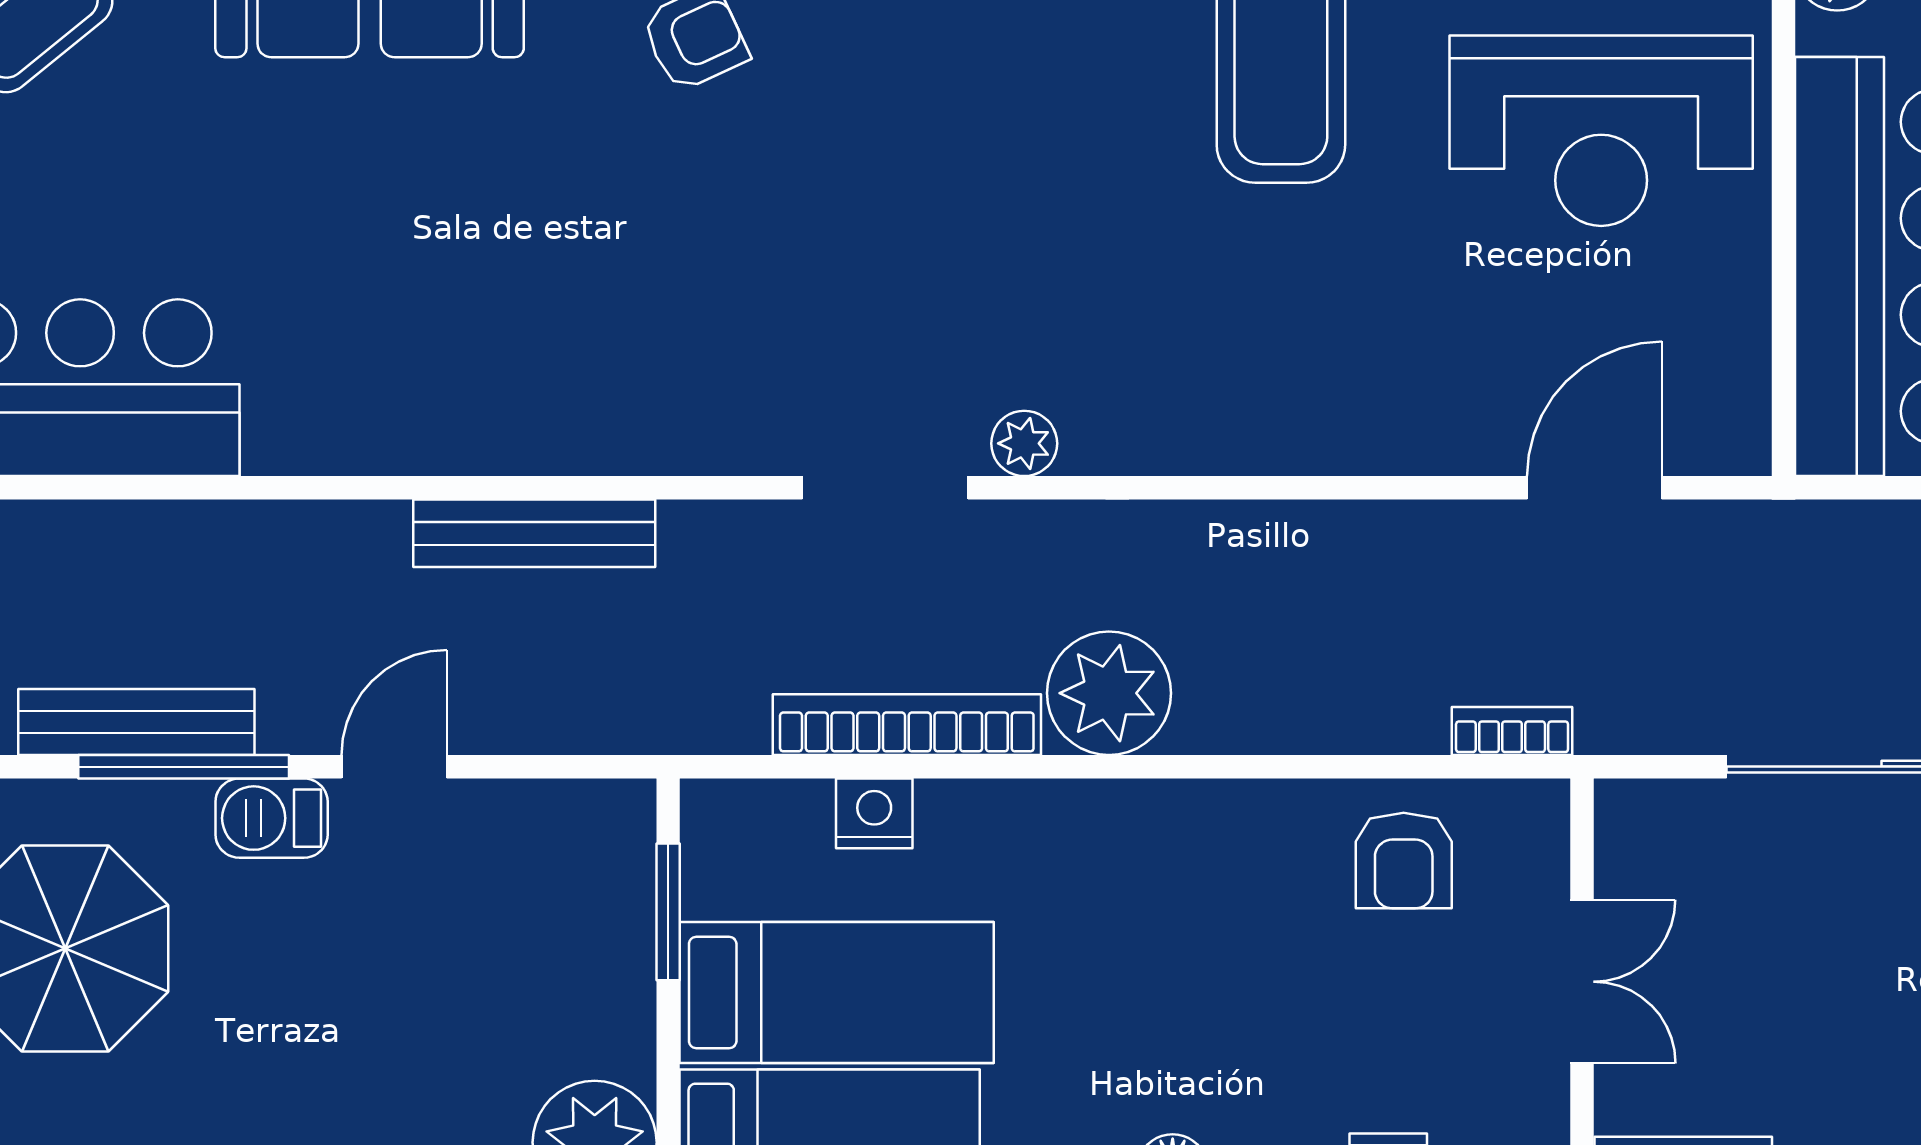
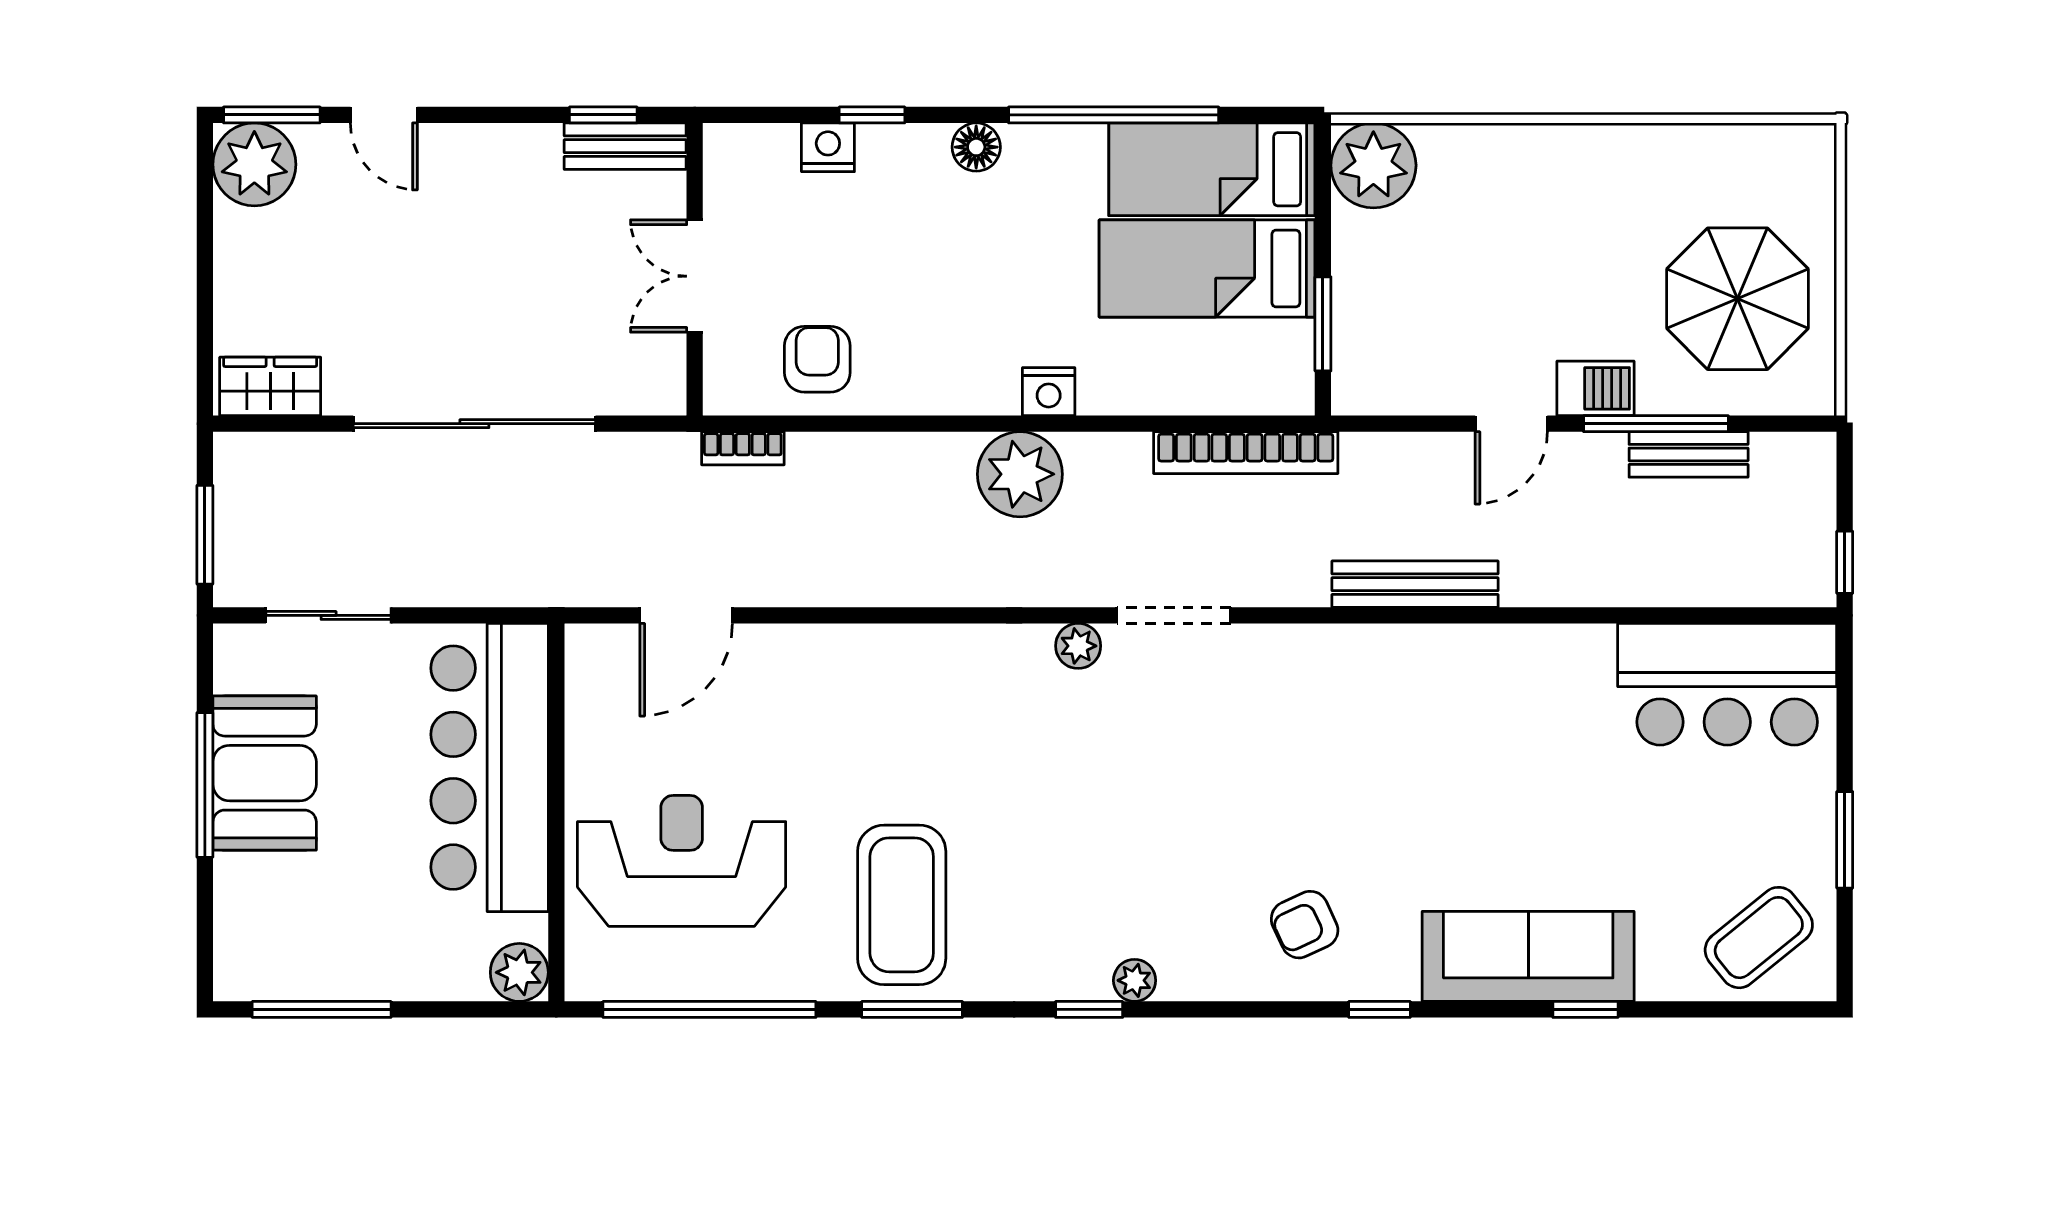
bench: (136, 722) -> (1689, 454), width x0.73
bookcase: (907, 725) -> (1246, 453), moved
nightstand: (874, 813) -> (1049, 392), moved

